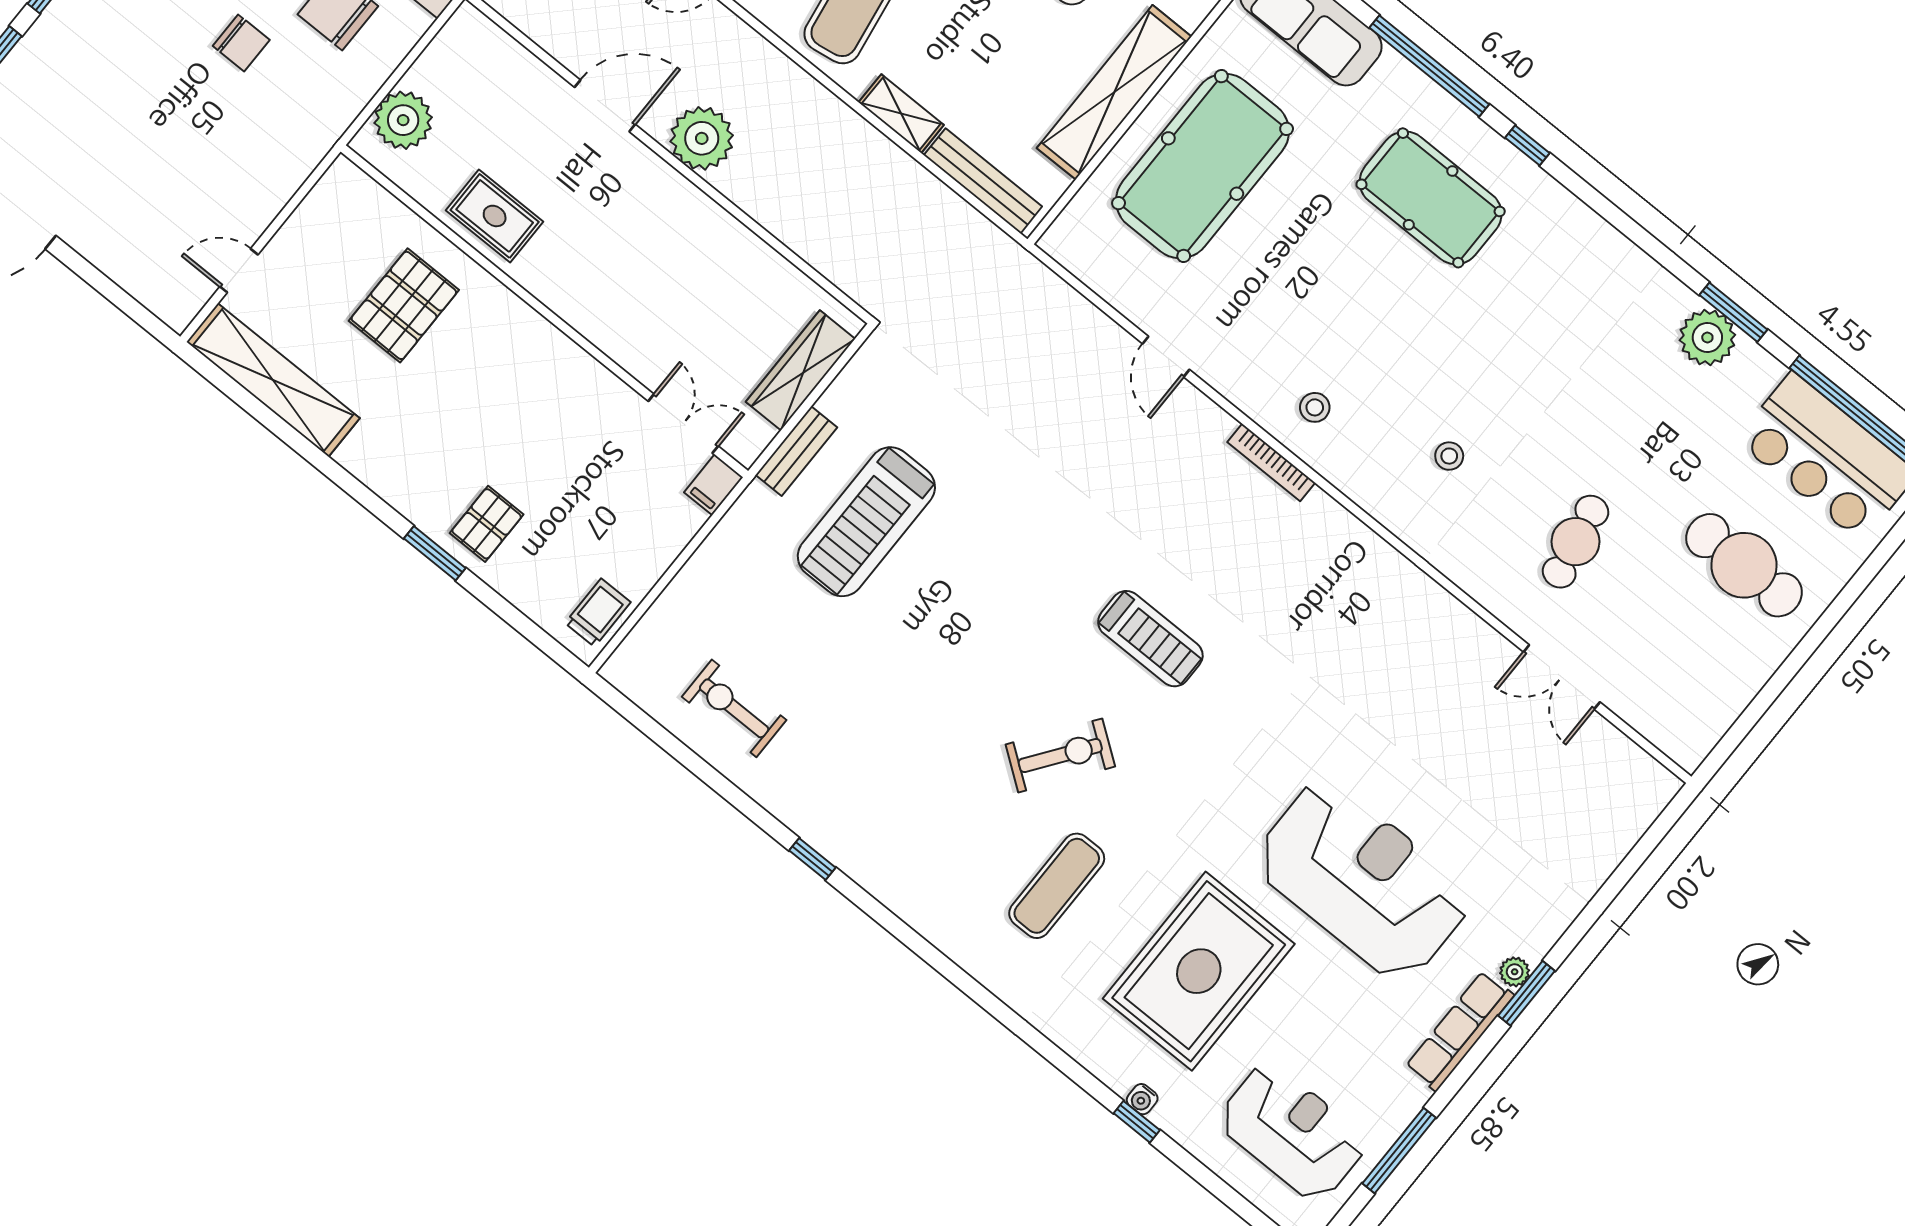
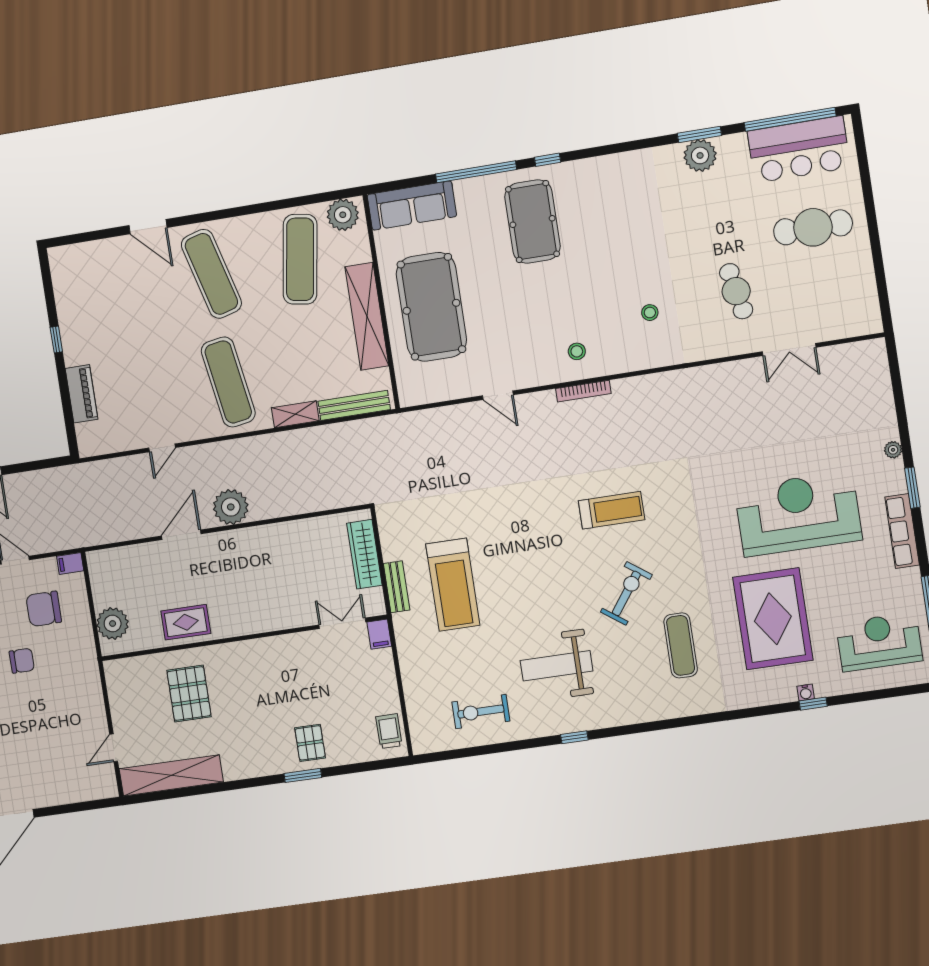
pool table: (1431, 198) -> (532, 222), turned 90
weight bench: (884, 752) -> (557, 666), added
plant: (1515, 972) -> (893, 450), moved

